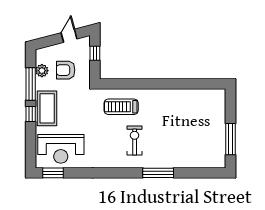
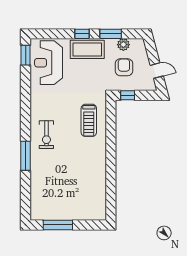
window: (95, 53) -> (128, 95), moved
window: (31, 84) -> (111, 34), width x0.69
treadmill: (121, 107) -> (89, 120), turned 180
exercise bike: (135, 141) -> (46, 135), moved, turned 90

